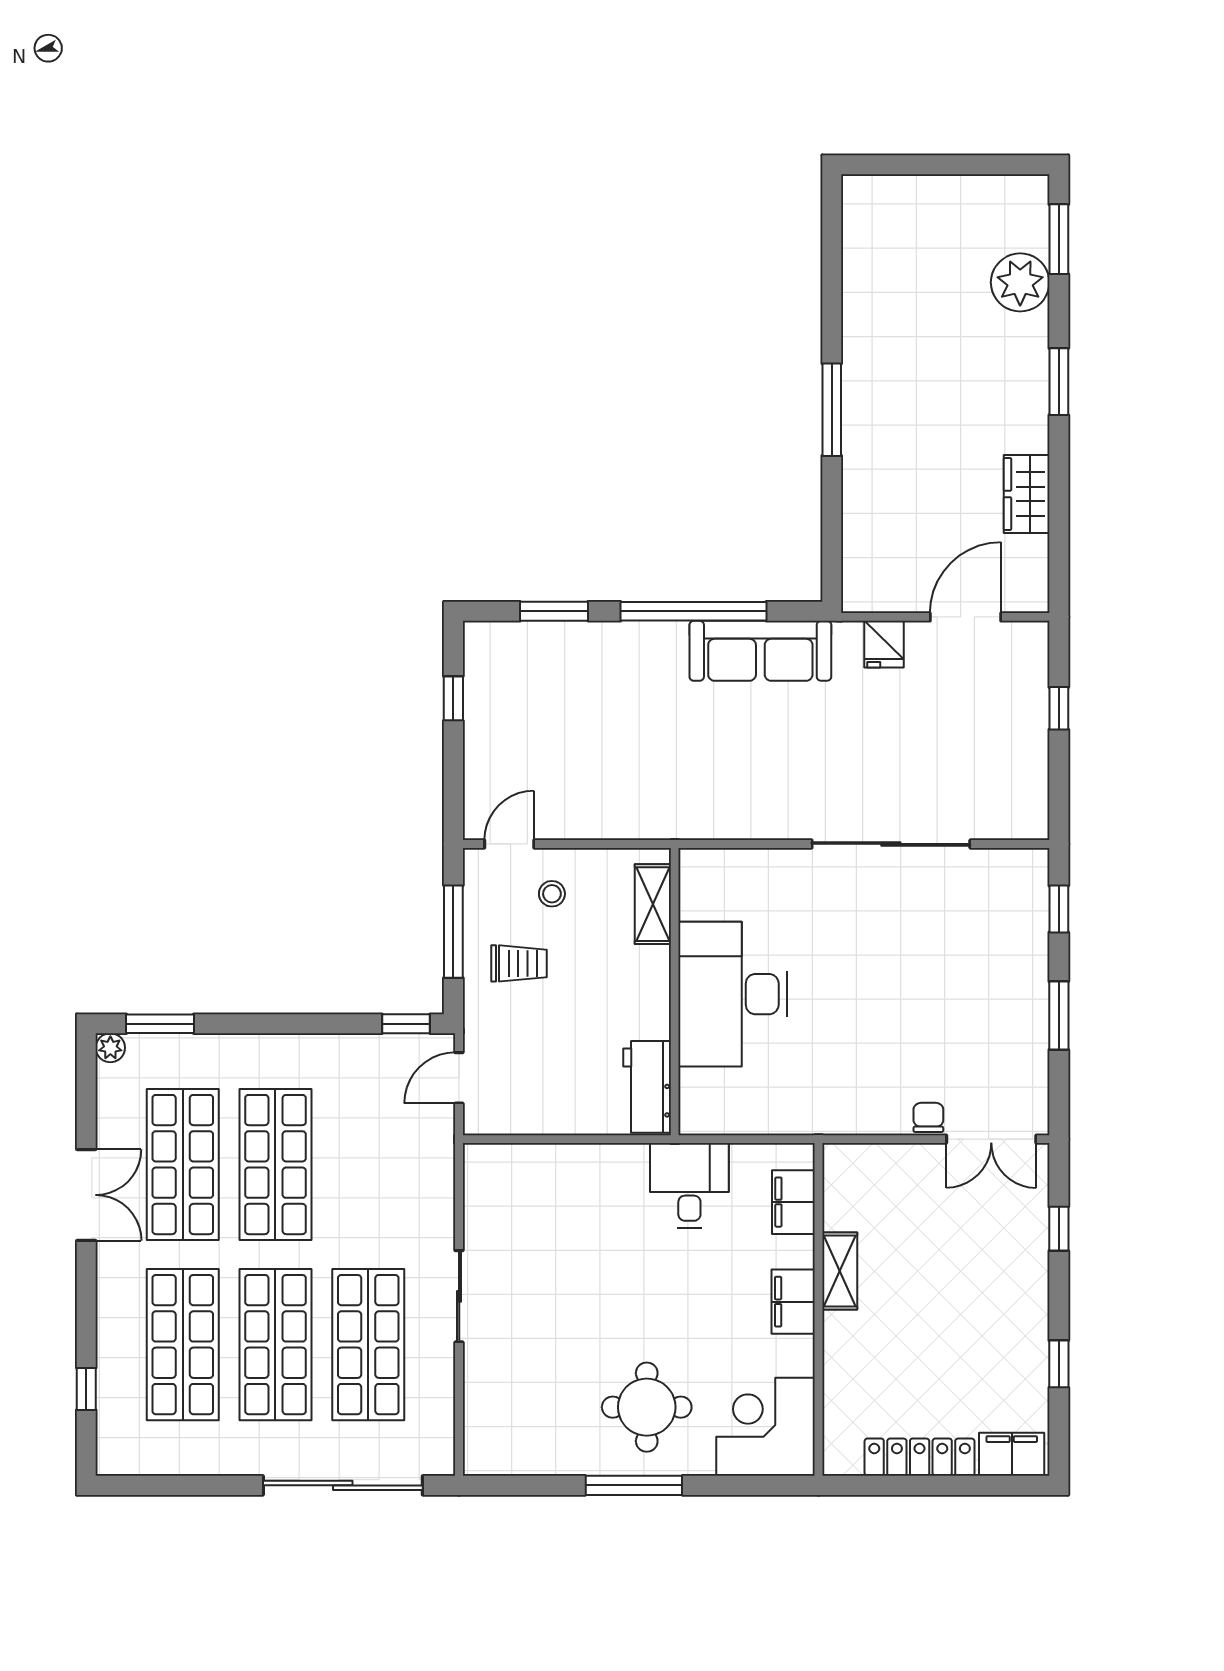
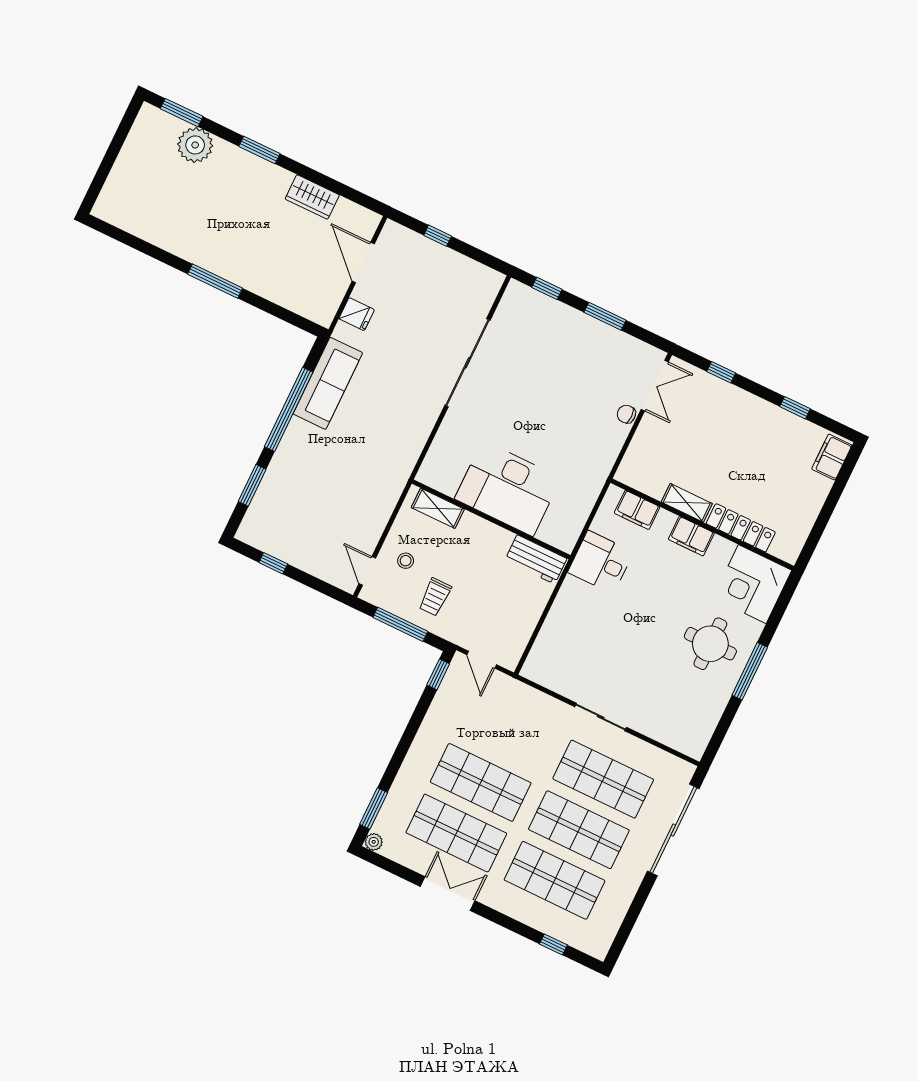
trolley: (519, 963) -> (435, 597), turned 180
locker: (920, 1457) -> (741, 528), moved, turned 90

